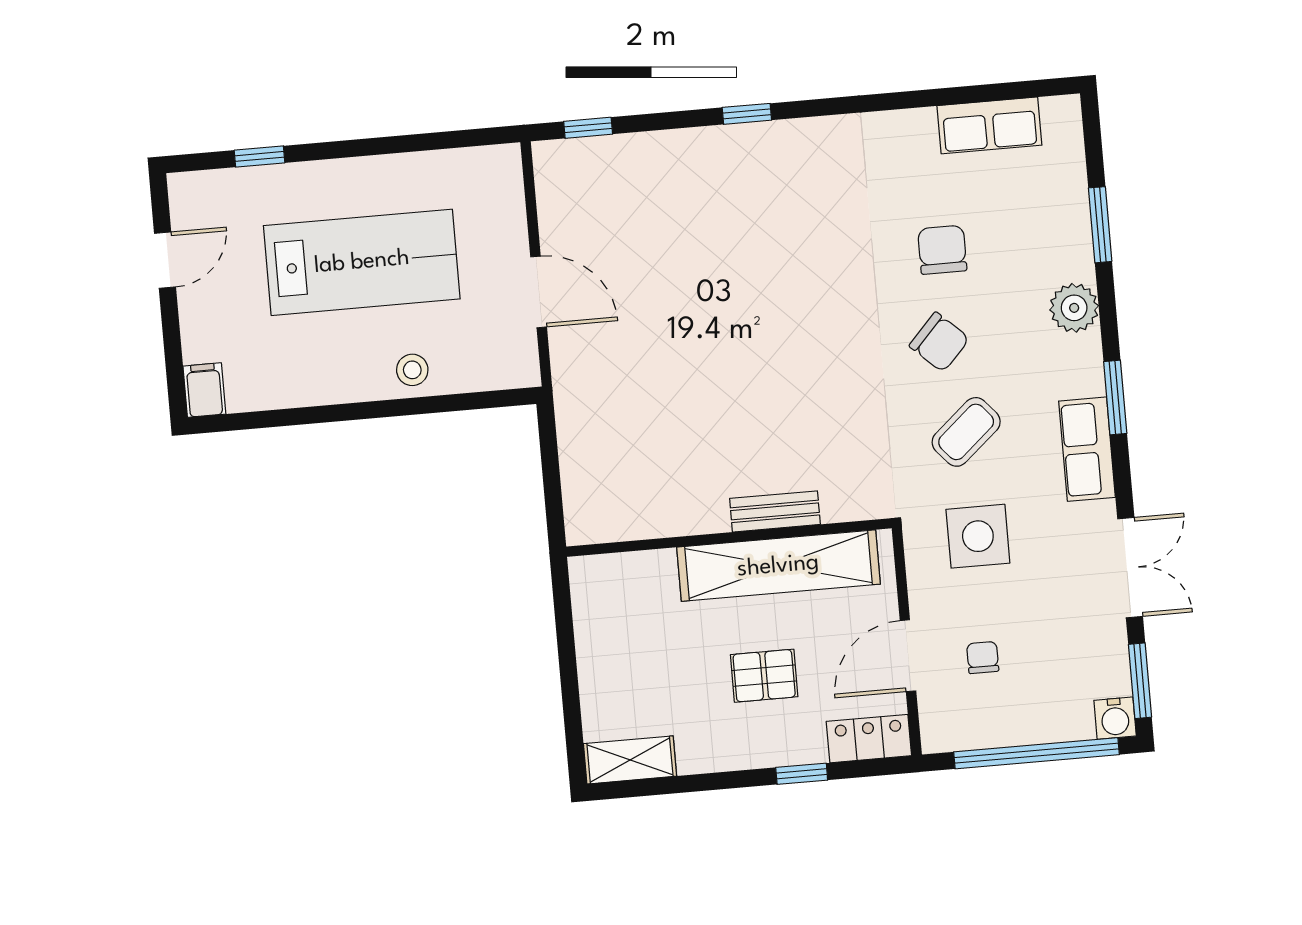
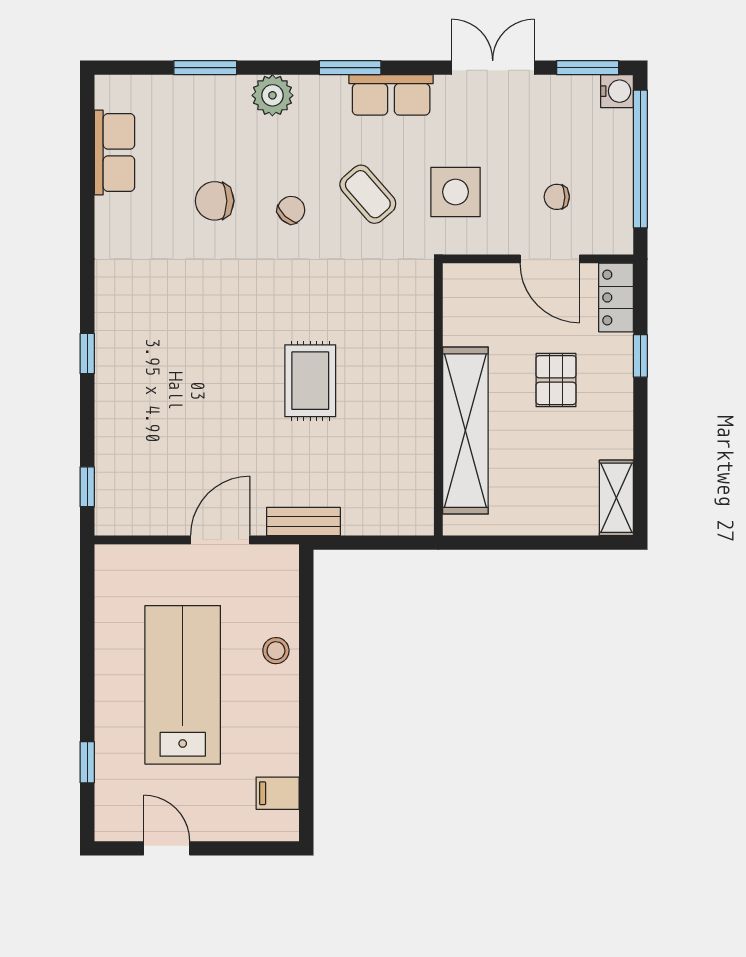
chair: (939, 342) -> (291, 210), width x0.73, depth x0.73
rug: (738, 383) -> (310, 381), added
filing cabinet: (204, 390) -> (278, 793), moved
bench: (775, 511) -> (303, 521), moved, turned 90
shelving: (778, 566) -> (465, 431), moved

